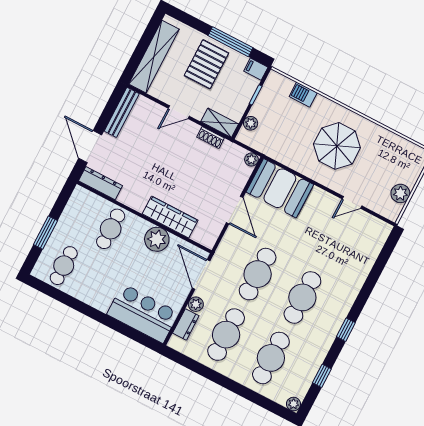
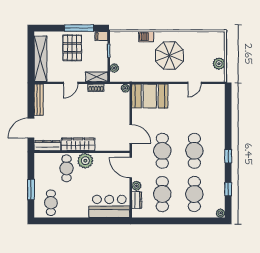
barbecue: (303, 95) -> (146, 37), moved
door: (90, 147) -> (31, 128), hinge flipped
door: (235, 210) -> (131, 134), moved
wardrobe: (170, 217) -> (78, 144), moved
plant: (157, 239) -> (85, 161), moved

